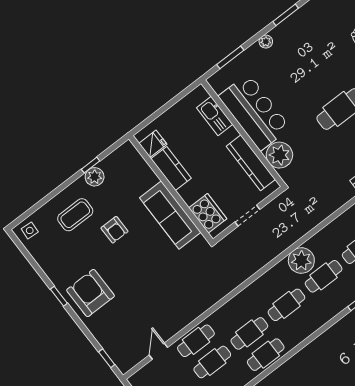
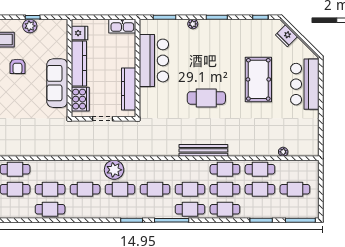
kitchen sink: (215, 116) -> (122, 26), moved, turned -90
plant: (279, 155) -> (149, 97), removed
kitchen counter: (171, 169) -> (79, 63), width x1.50

